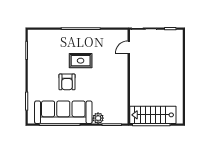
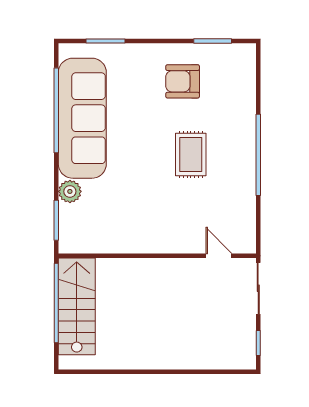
armchair: (67, 82) -> (183, 81), moved

